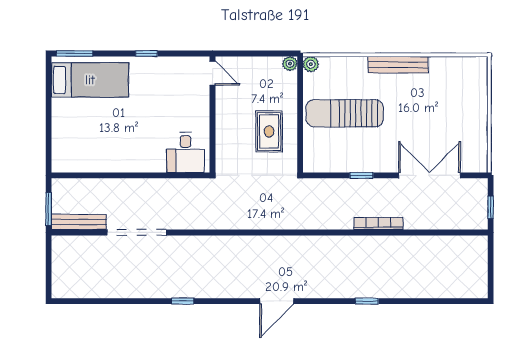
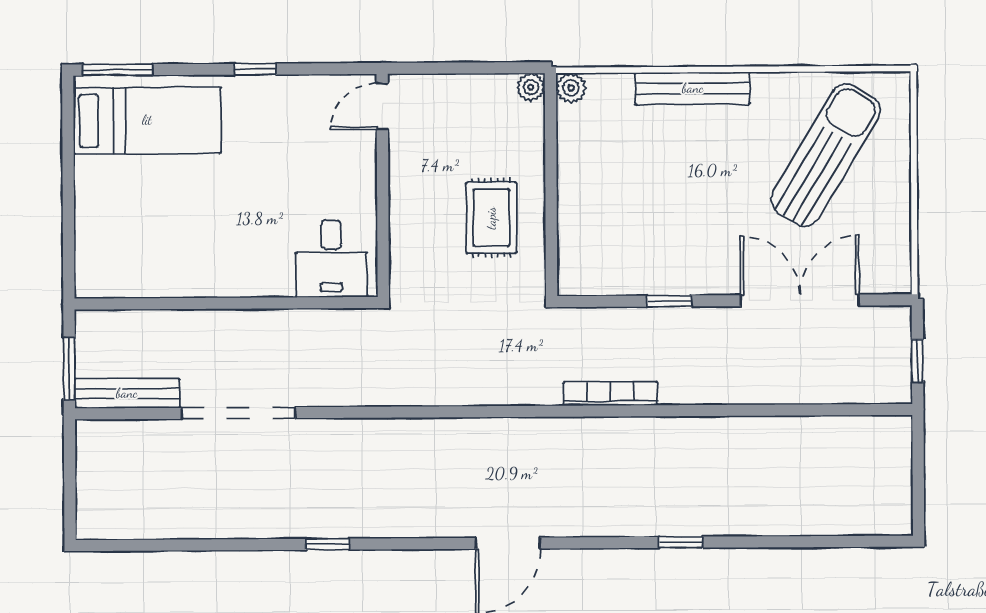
bench: (398, 65) -> (693, 88), moved
door: (212, 73) -> (382, 106), swing flipped
sun lounger: (345, 113) -> (826, 155), moved, turned 121
bookcase: (378, 223) -> (610, 394), moved

